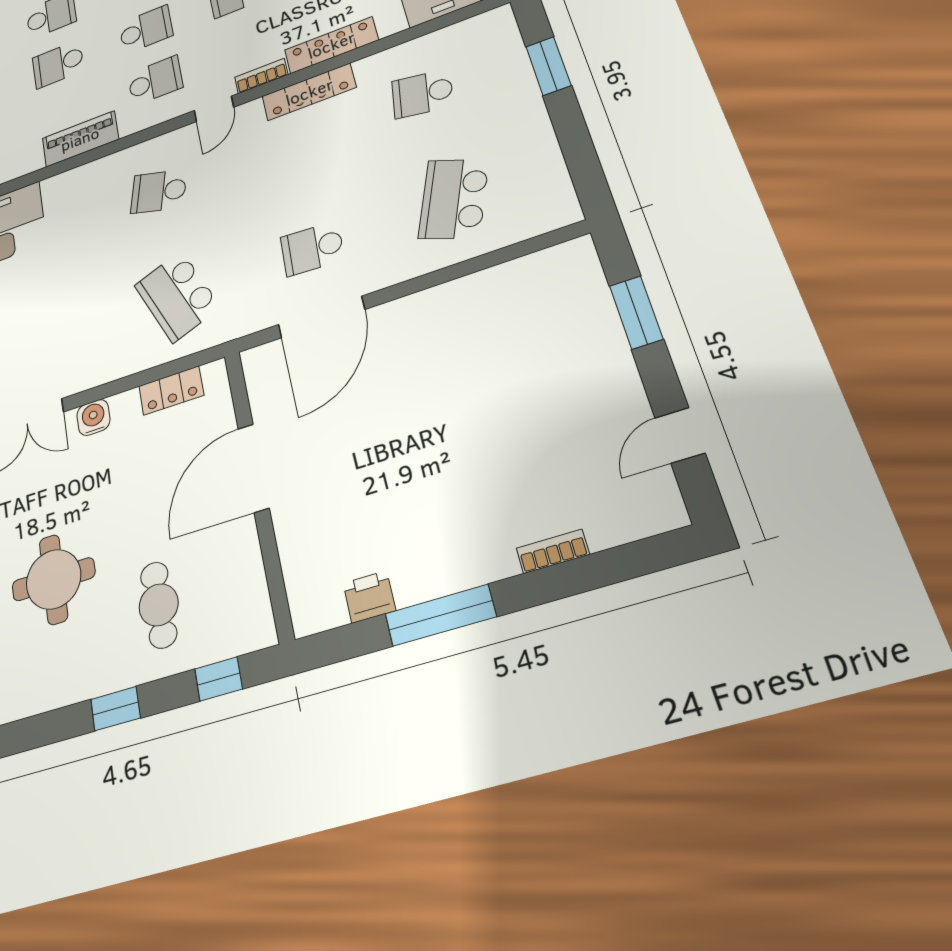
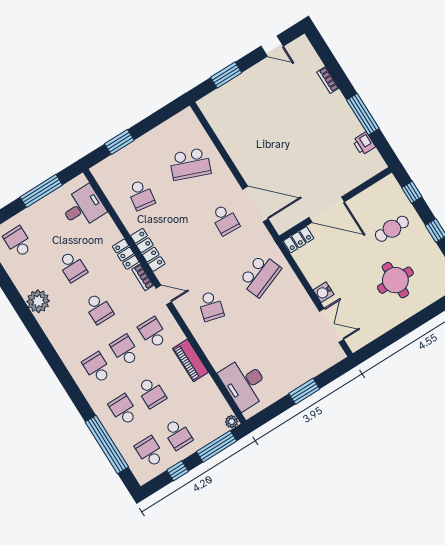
locker: (331, 45) -> (126, 254), width x0.66
locker: (171, 391) -> (299, 240), moved, turned 90

